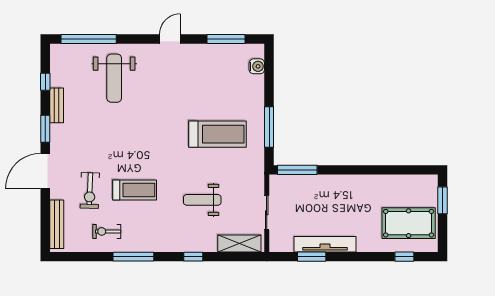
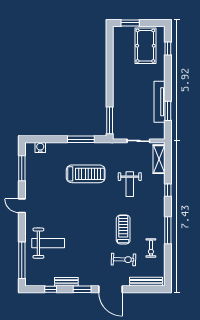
treadmill: (217, 134) -> (86, 174), turned 90

